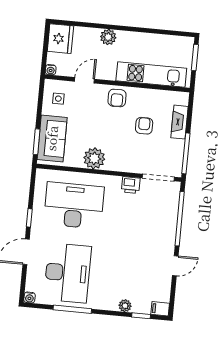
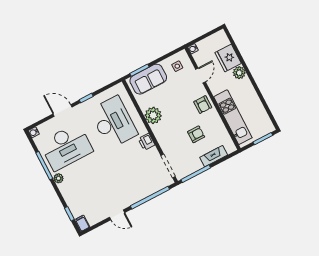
fridge: (60, 39) -> (228, 58), moved, turned 90
door: (84, 80) -> (201, 75), hinge flipped
armchair: (117, 98) -> (203, 105), turned -90
printer: (131, 185) -> (146, 142), moved
plant: (125, 306) -> (58, 178), moved

